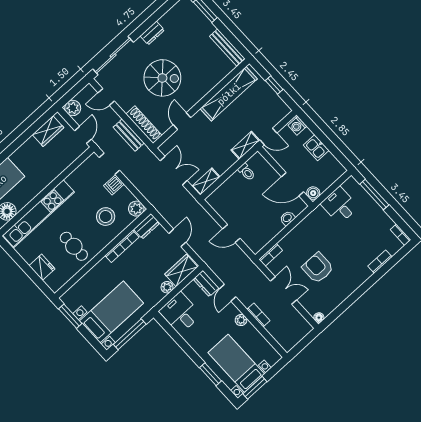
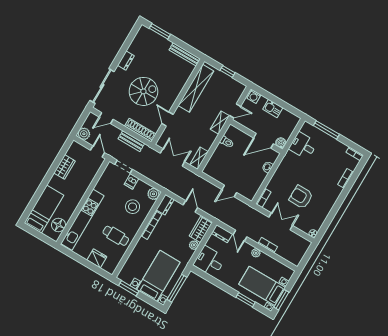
wardrobe: (48, 131) -> (65, 167), moved

